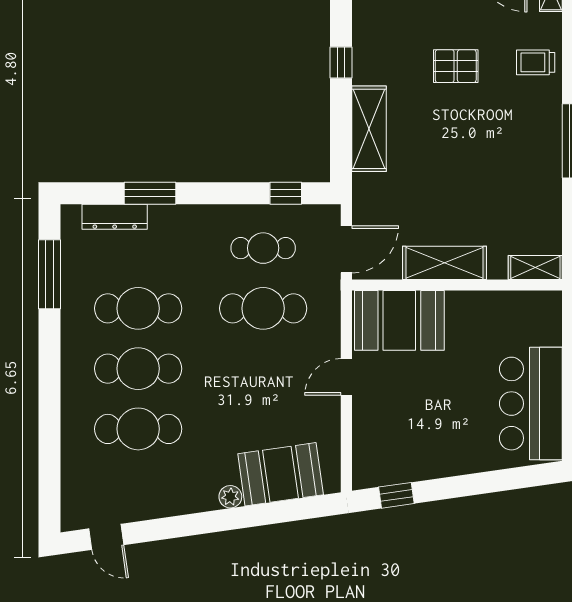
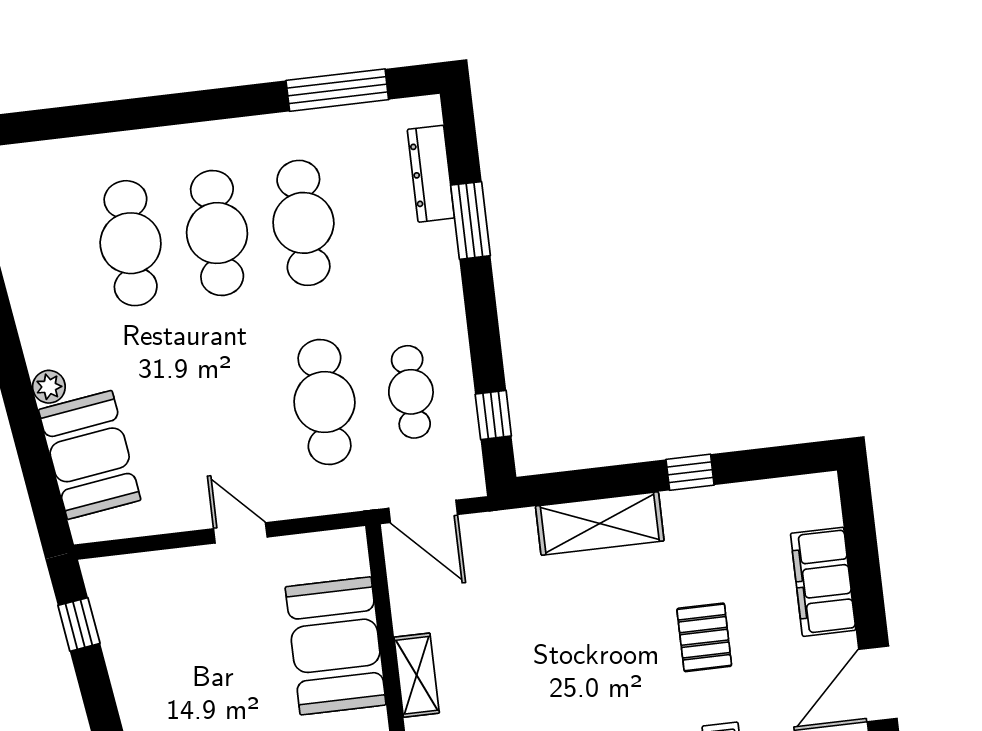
shelving: (445, 263) -> (417, 675), width x0.67, depth x0.75
booth: (399, 320) -> (336, 646), moved

